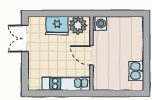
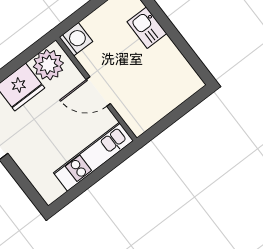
kitchen sink: (136, 71) -> (147, 28), moved

